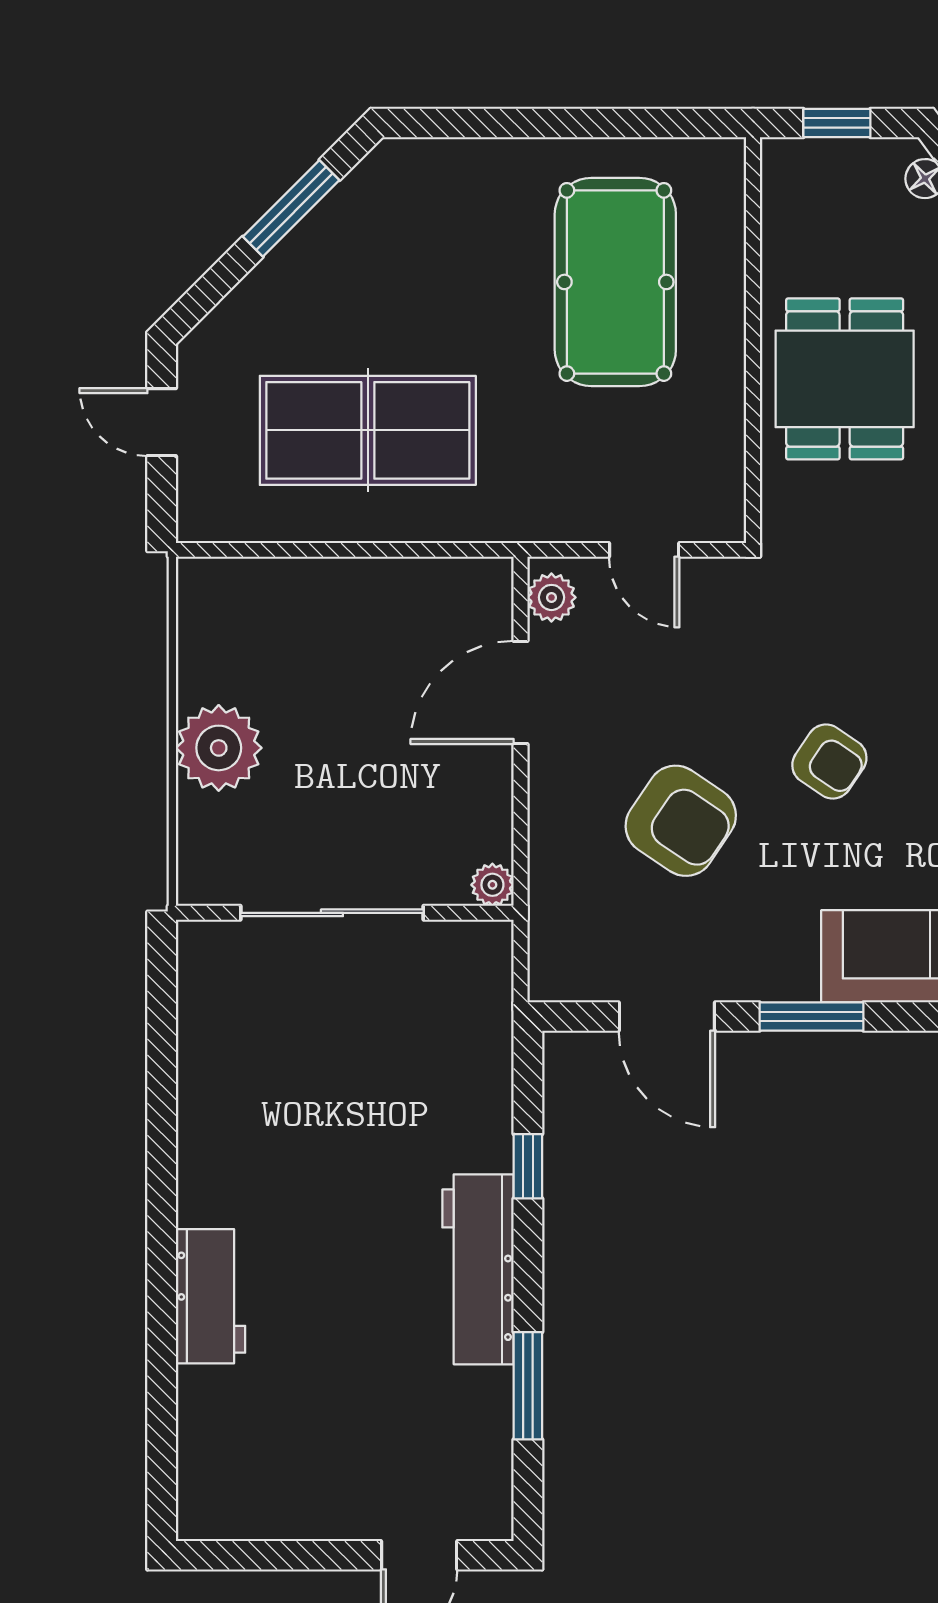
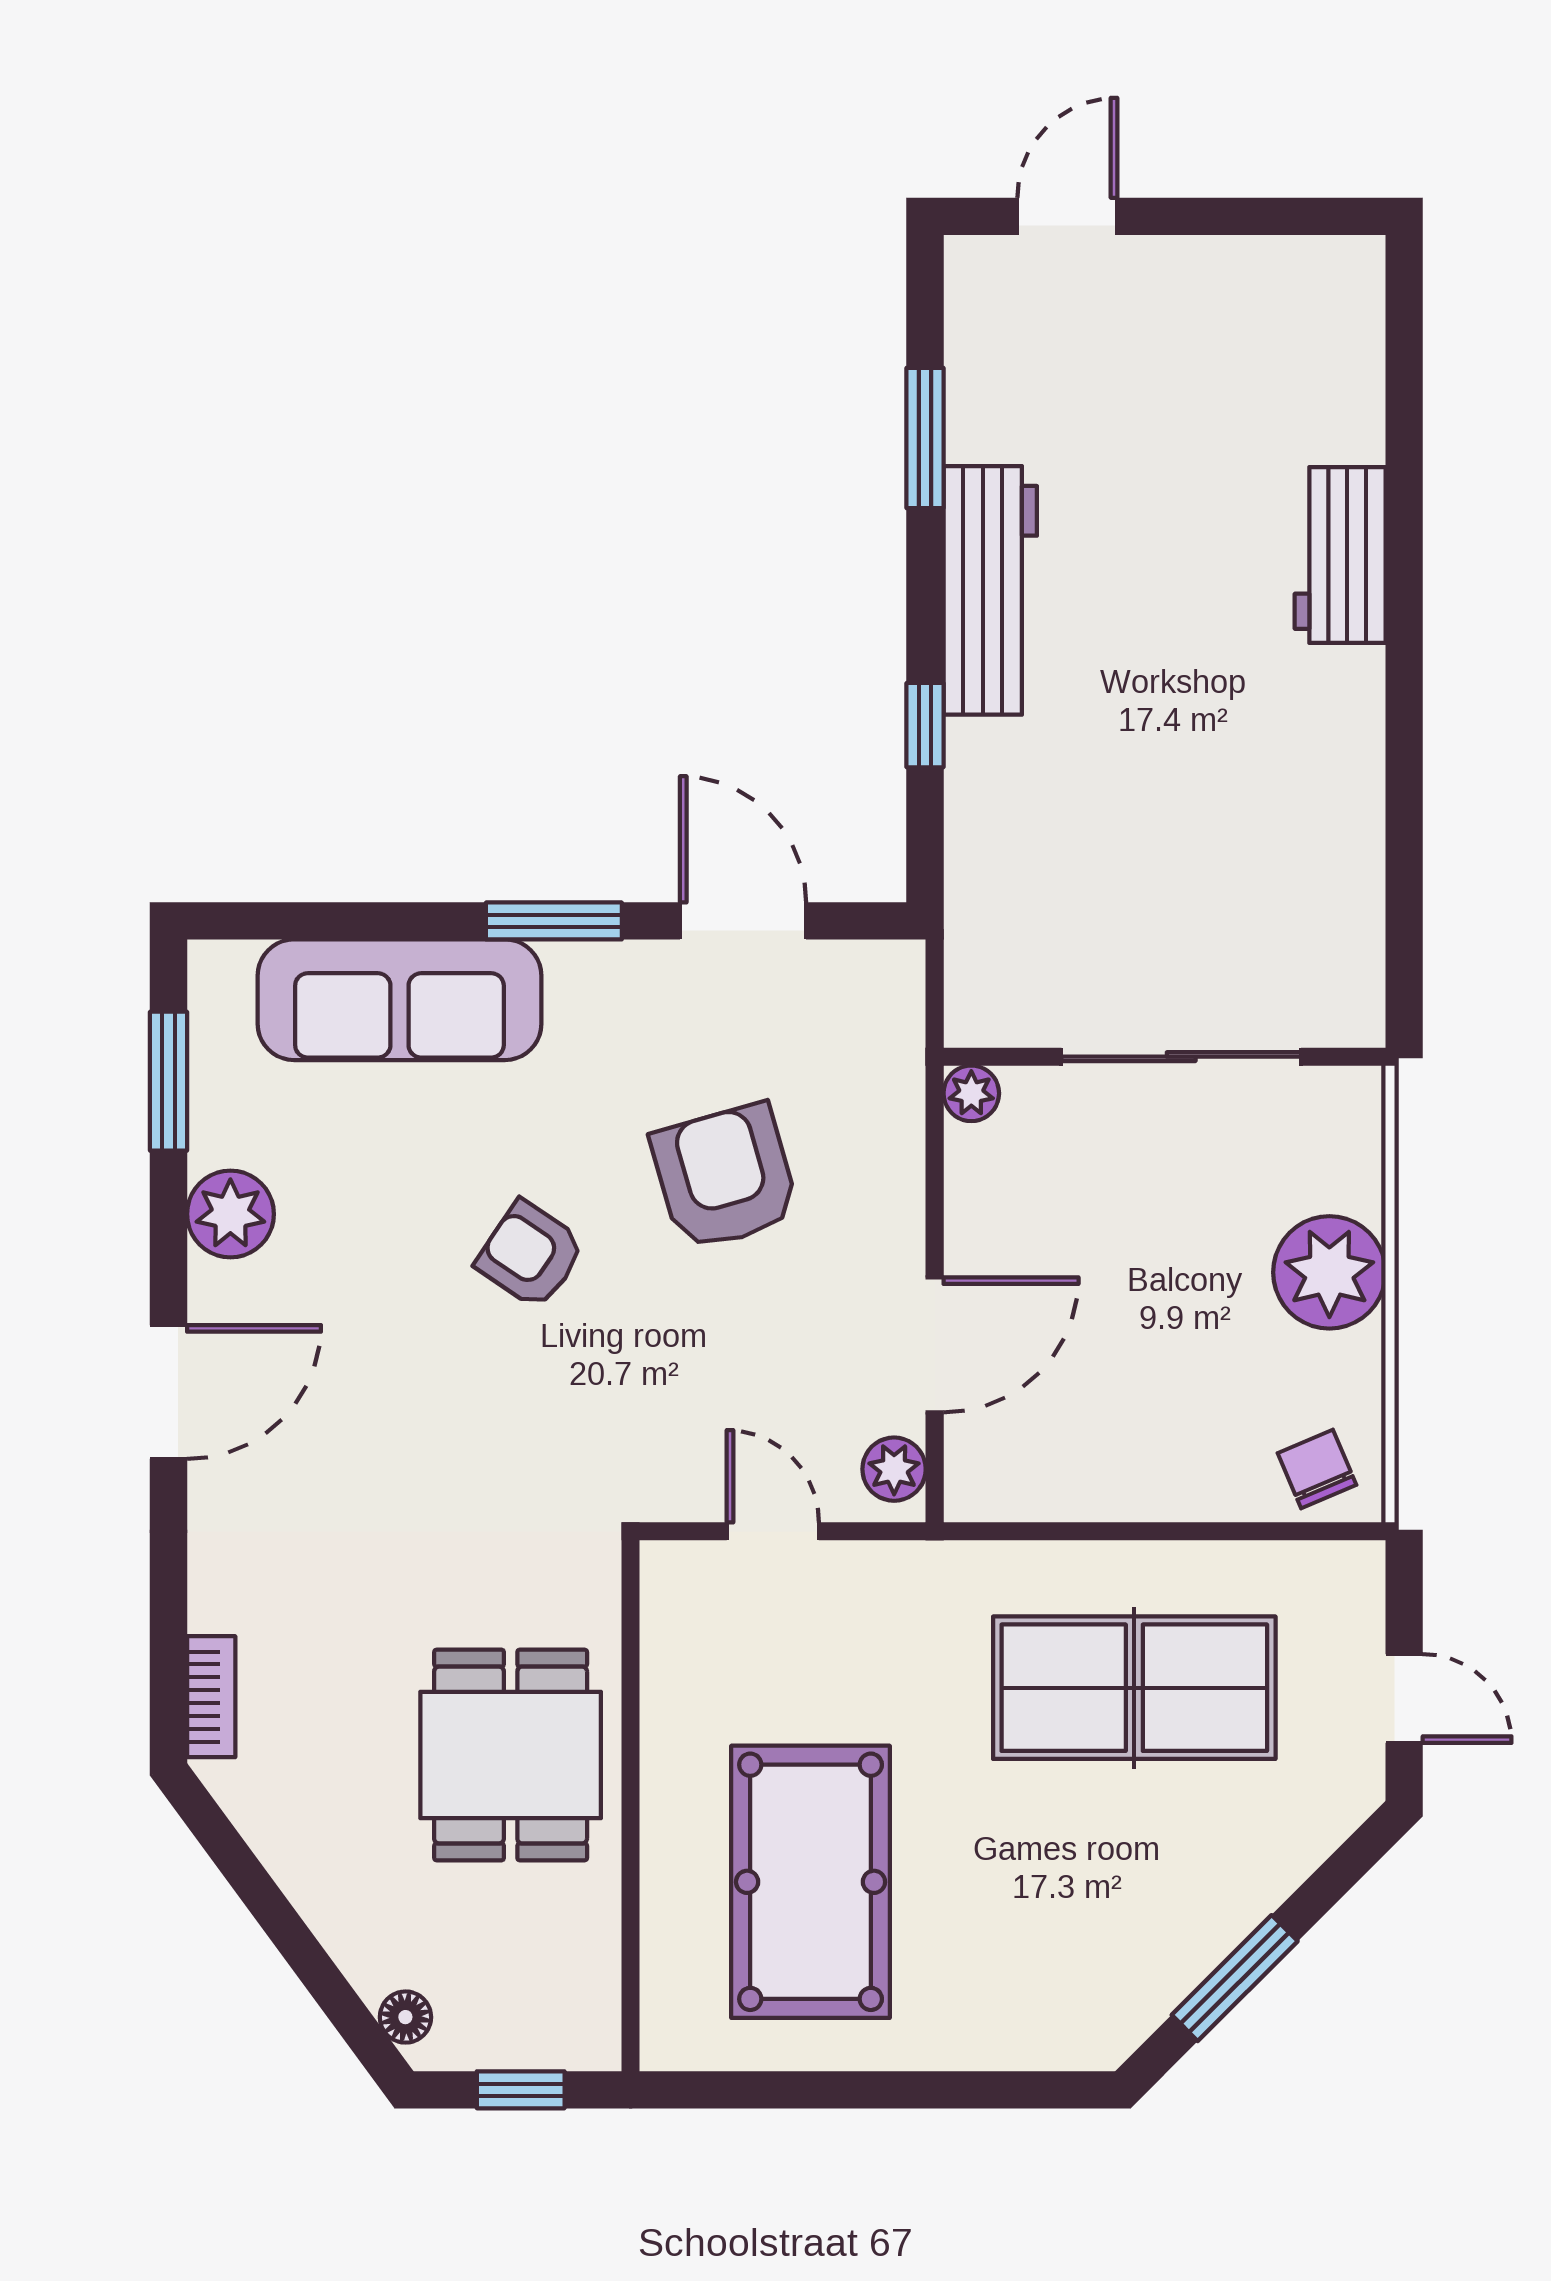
chair: (228, 598) -> (1317, 1469), added
armchair: (681, 821) -> (725, 1177), turned 40

